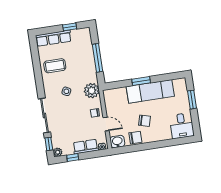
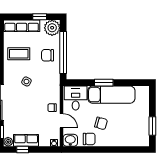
window: (98, 58) -> (63, 52), width x1.46
chair: (83, 63) -> (48, 55), added
plant: (92, 91) -> (52, 28), moved
window: (192, 100) -> (152, 126), moved
desk: (182, 126) -> (76, 98), moved, turned 180
row of seats: (86, 147) -> (26, 140), moved

